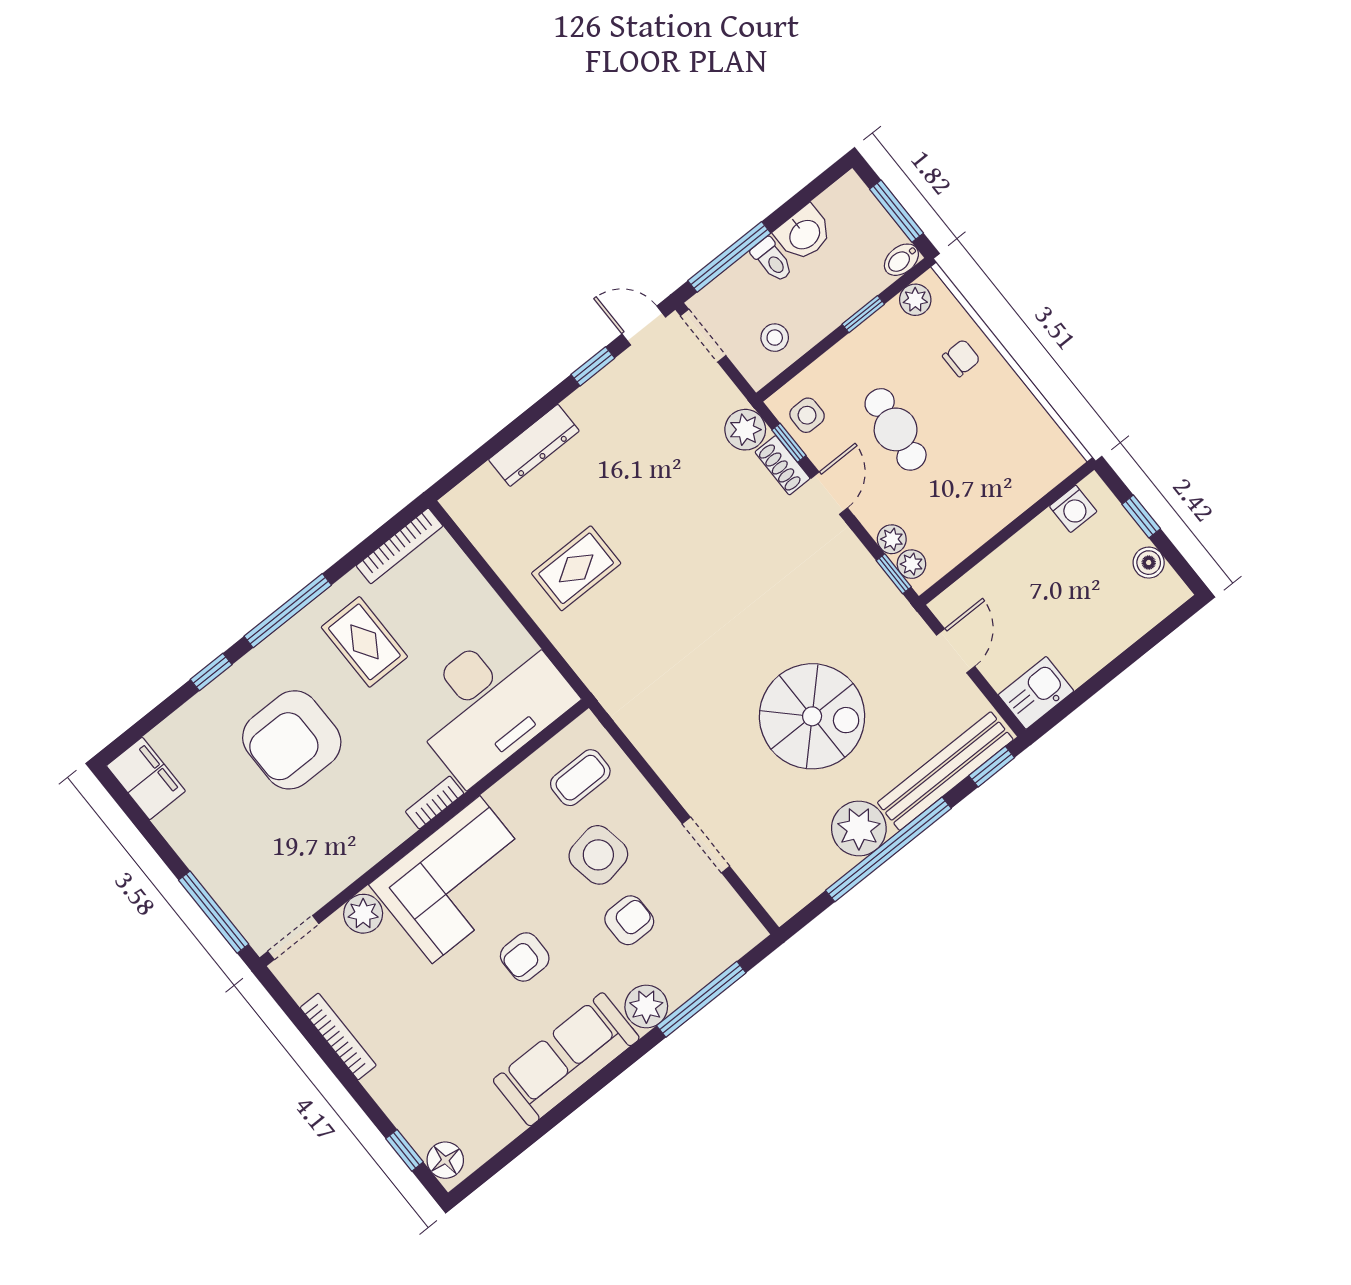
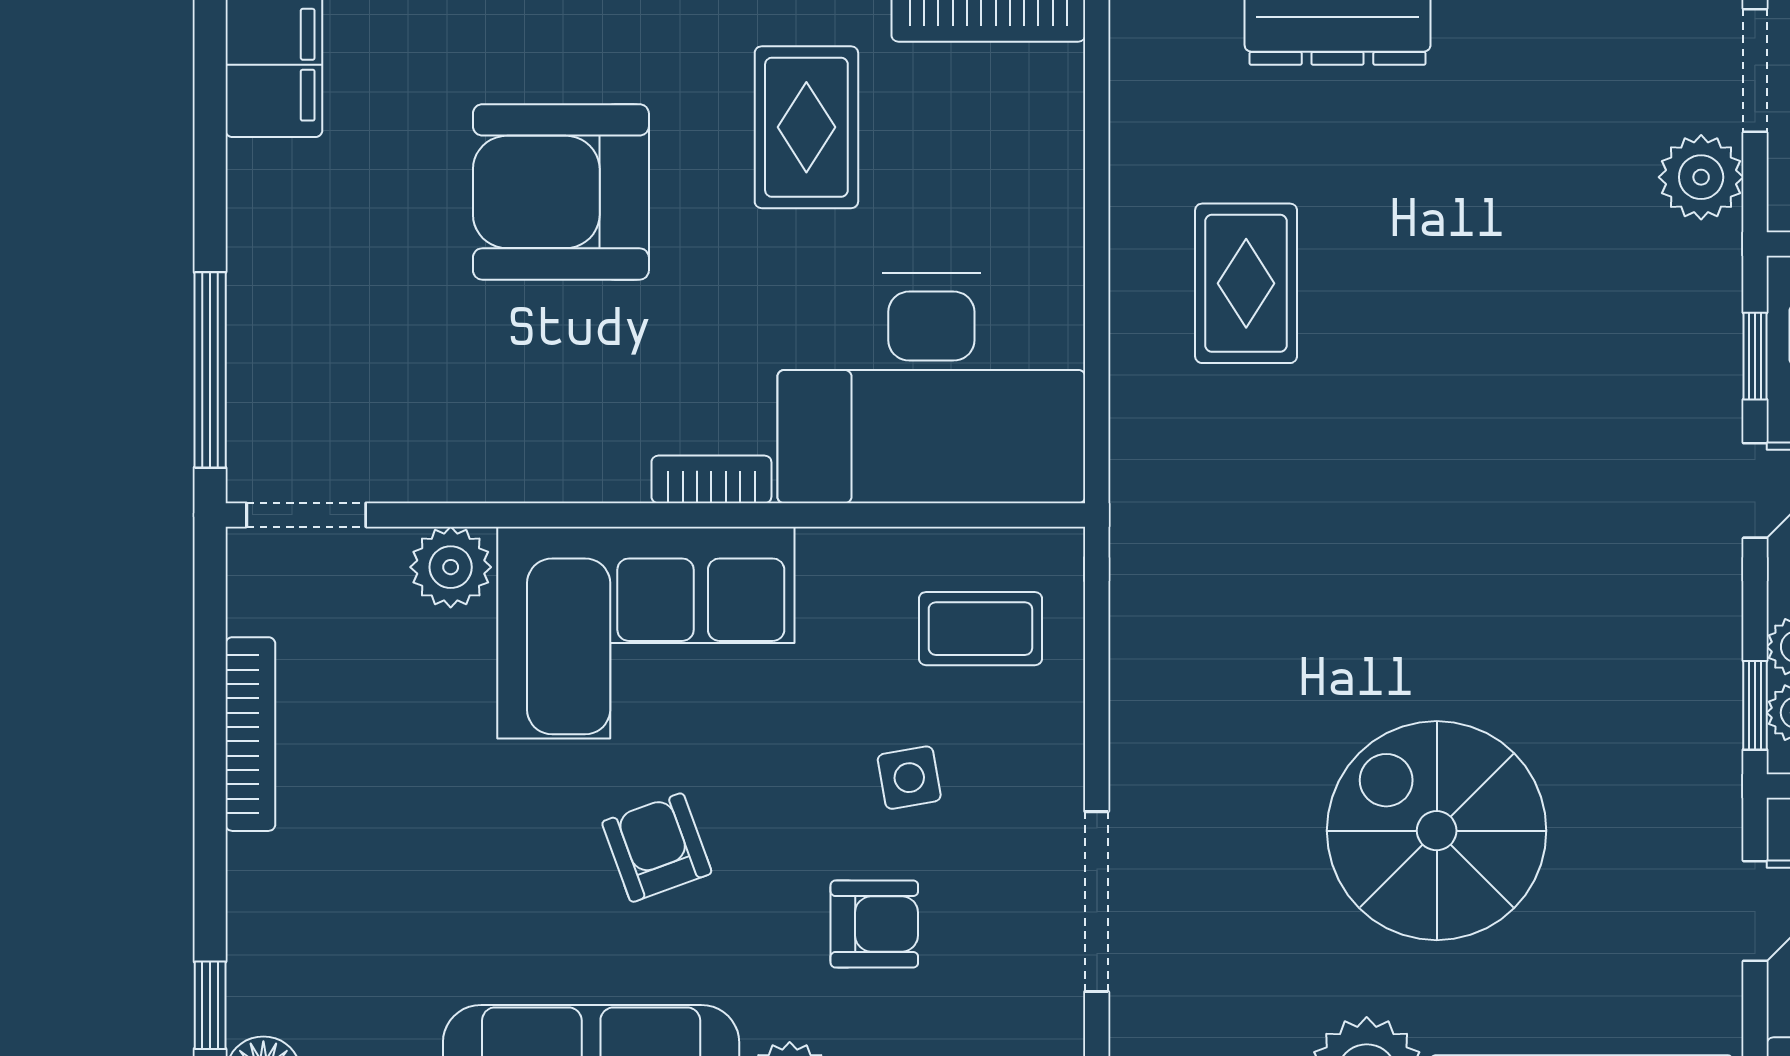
plant: (745, 430) -> (1701, 177), moved
shoe rack: (782, 465) -> (1715, 384), removed
rug: (576, 568) -> (1246, 283), turned 90
spiral stairs: (812, 716) -> (1437, 831), turned 180
doorway: (706, 845) -> (1097, 902), width x1.38
side table: (598, 855) -> (909, 778), width x0.54, depth x0.54
armchair: (525, 957) -> (657, 848), turned 70

